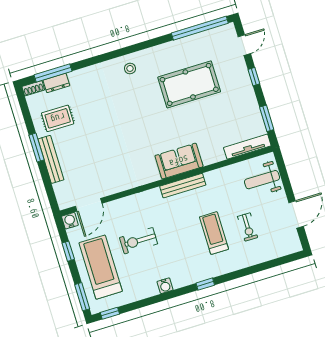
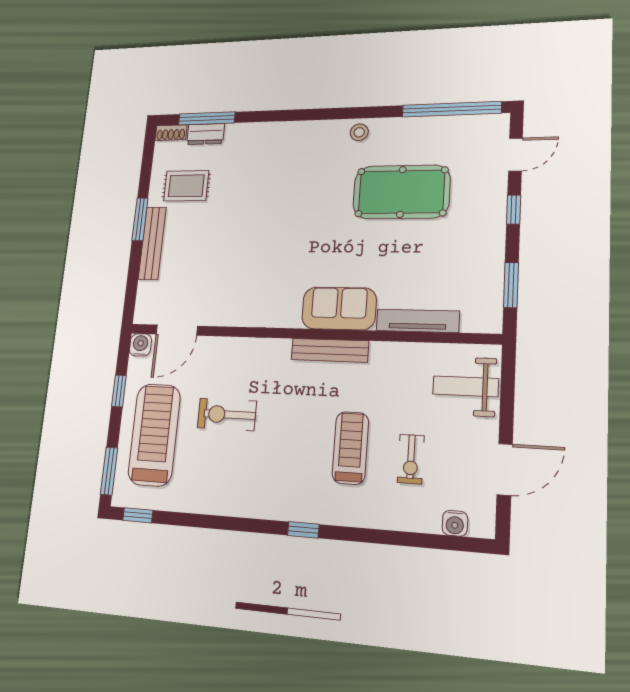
stool: (130, 68) -> (359, 132), moved
tv unit: (247, 147) -> (418, 321), moved
water cooler: (165, 286) -> (455, 523), moved

